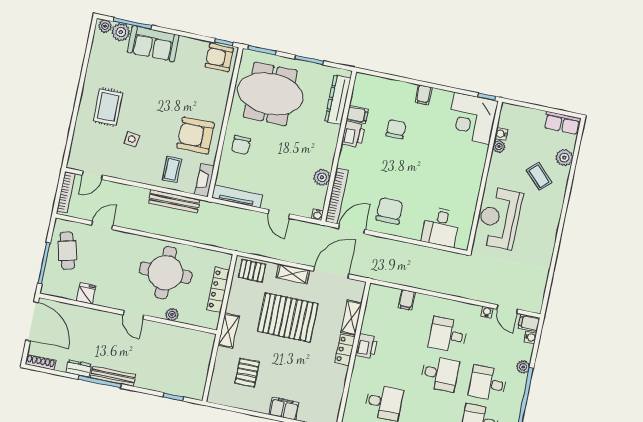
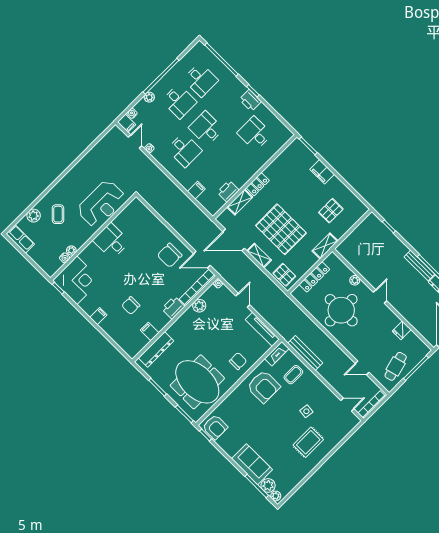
printer: (353, 135) -> (173, 308), moved
desk: (441, 227) -> (111, 241), moved, turned -90
printer: (366, 346) -> (228, 191), moved

